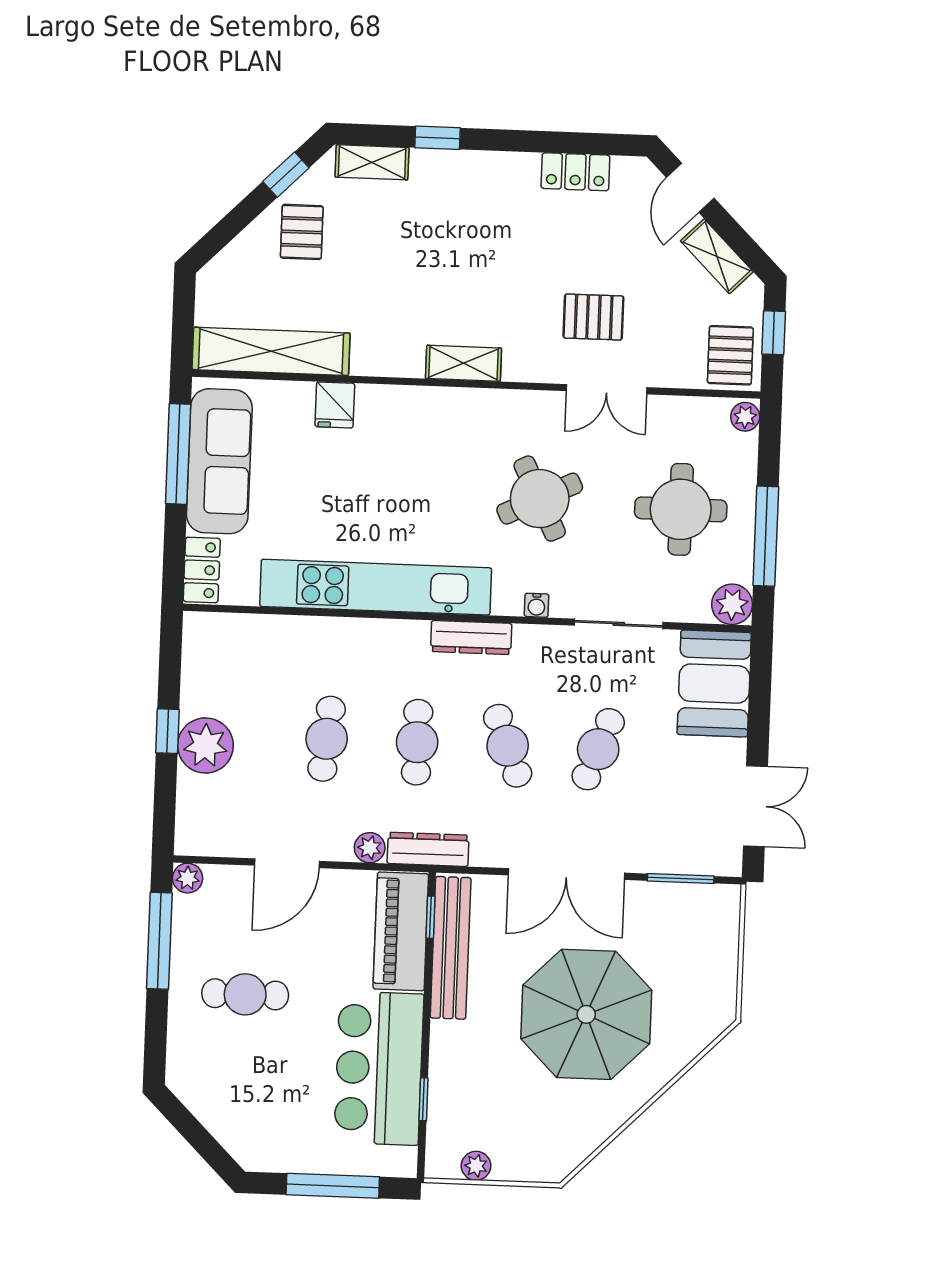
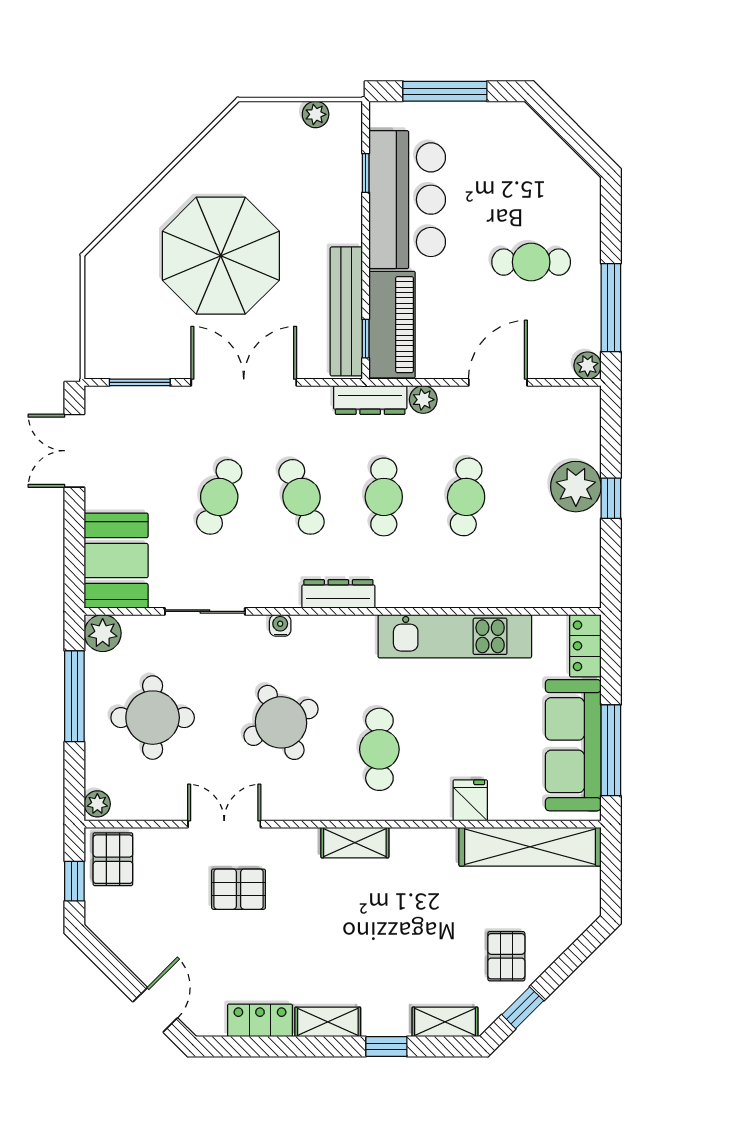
shelving: (717, 256) -> (328, 1022), moved, turned -45
cafe table: (433, 465) -> (379, 749), added
kitchen unit: (376, 587) -> (455, 636), width x0.73

